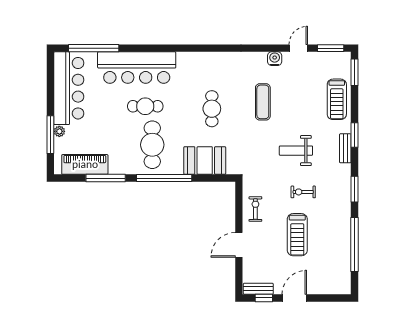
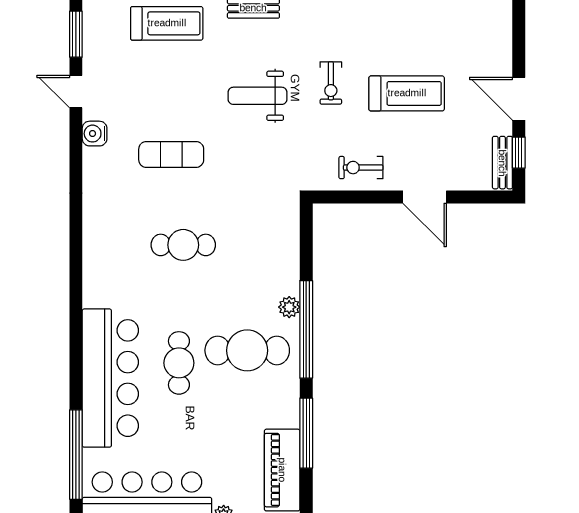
weight bench: (296, 151) -> (258, 96), turned 90
booth: (205, 160) -> (275, 257), removed
plant: (177, 168) -> (289, 307), added

